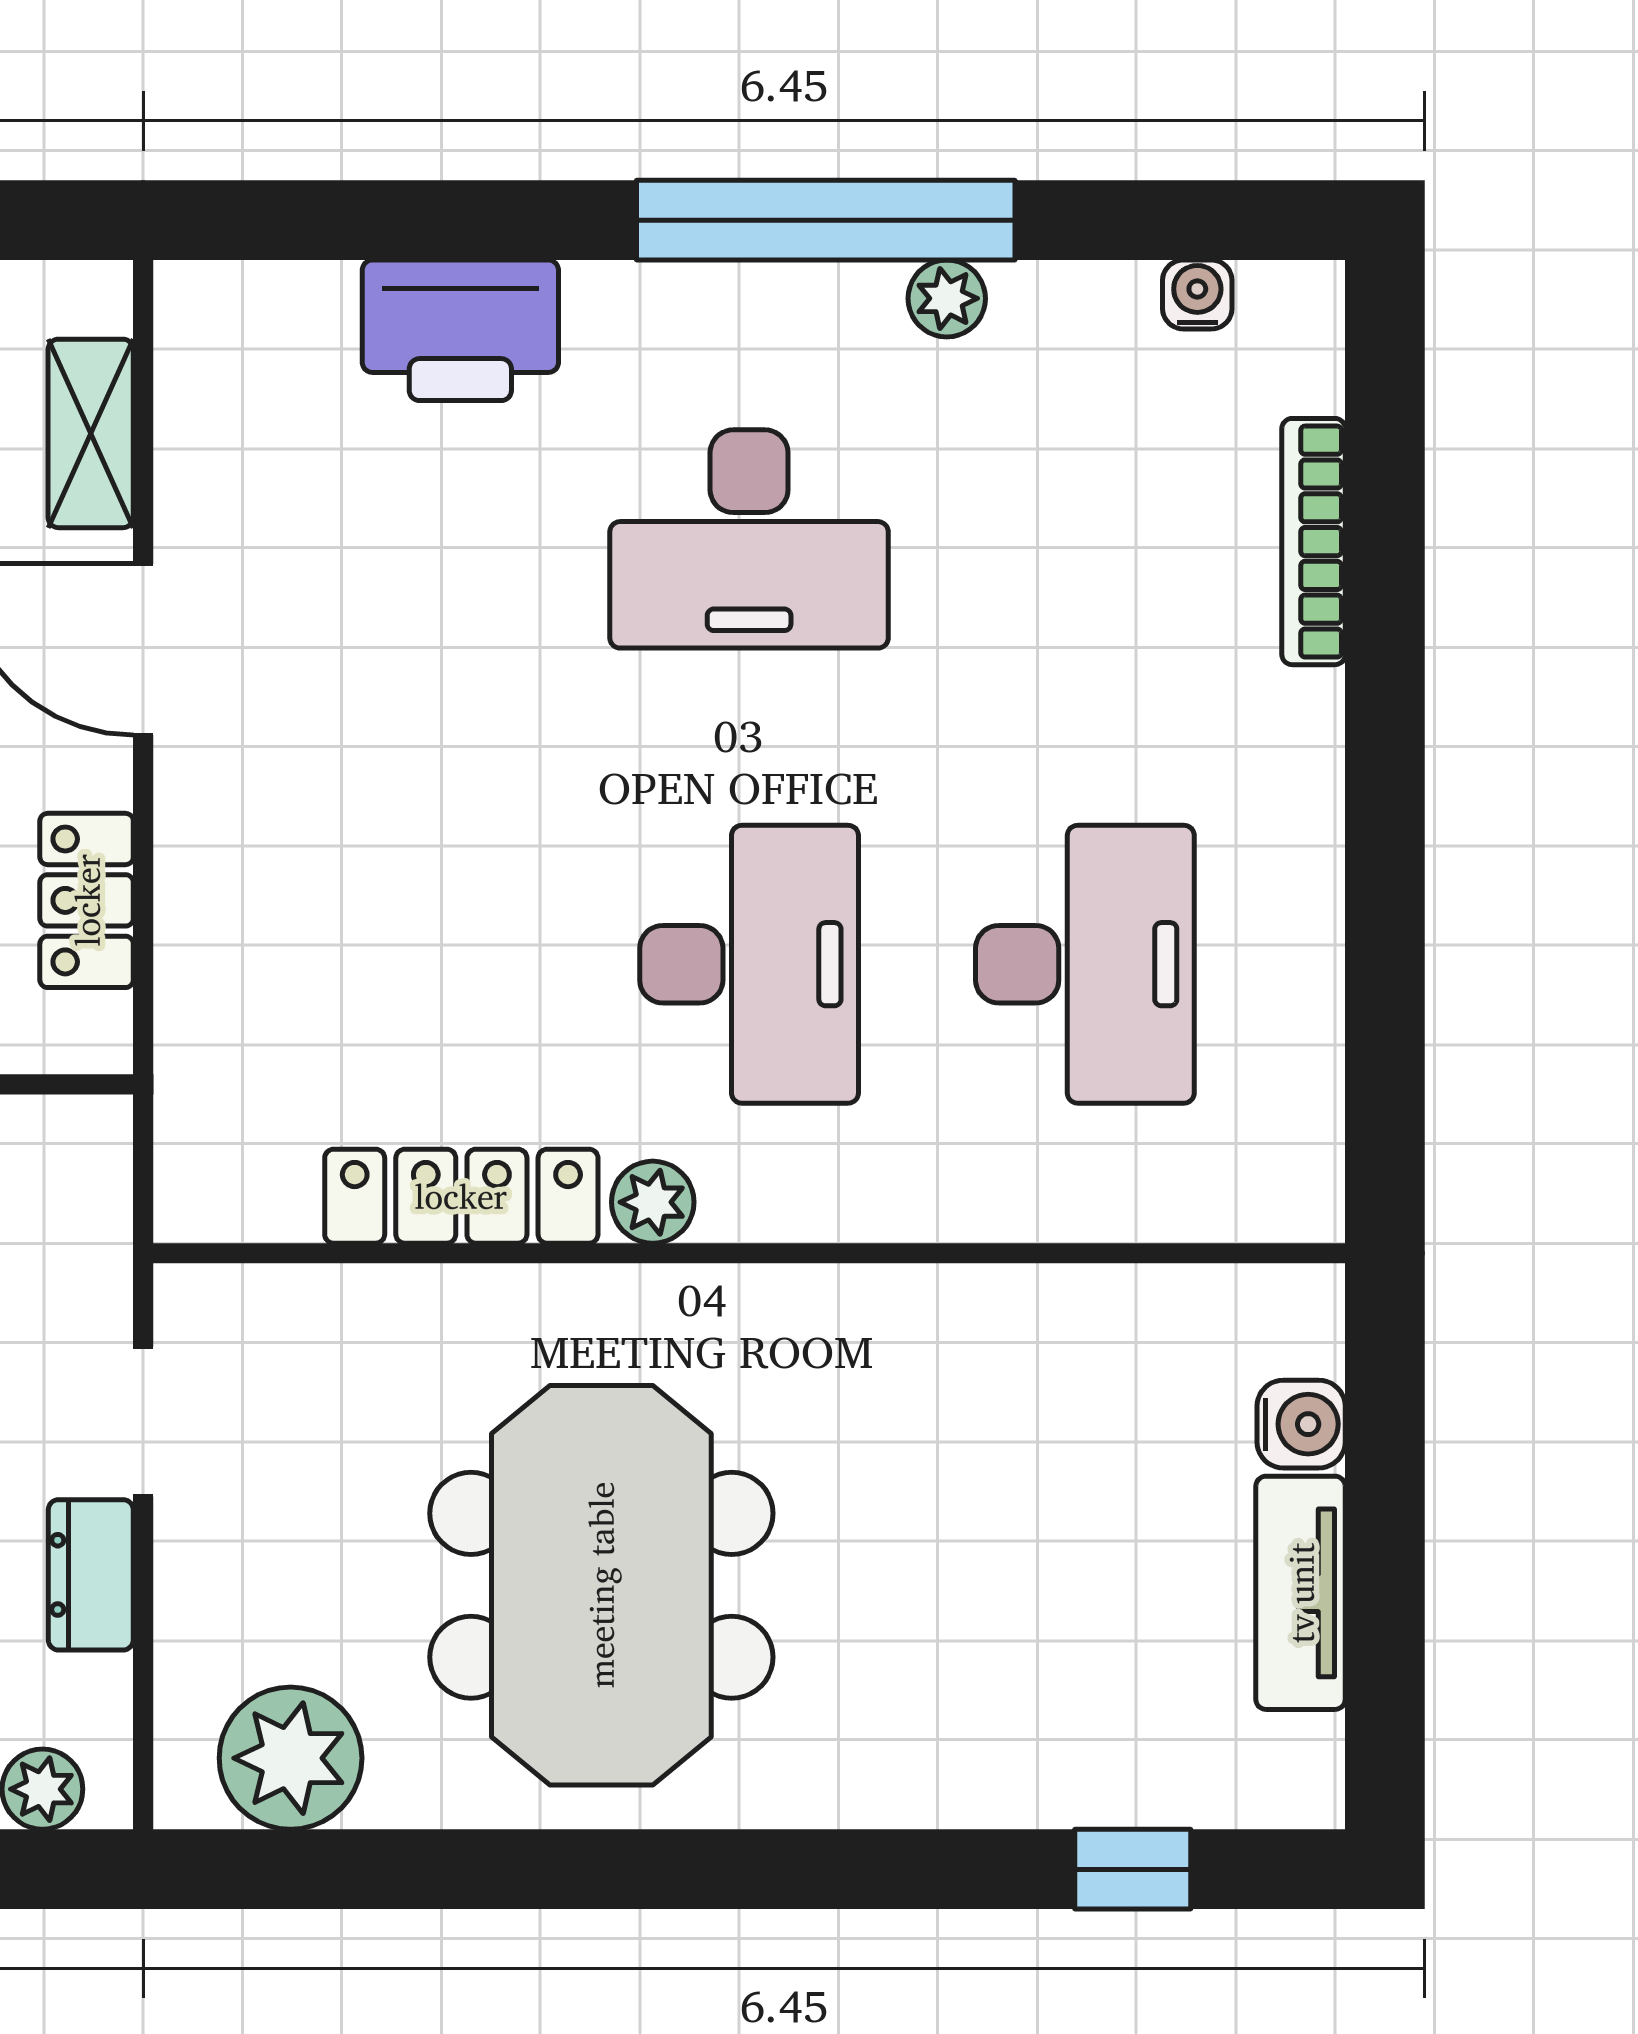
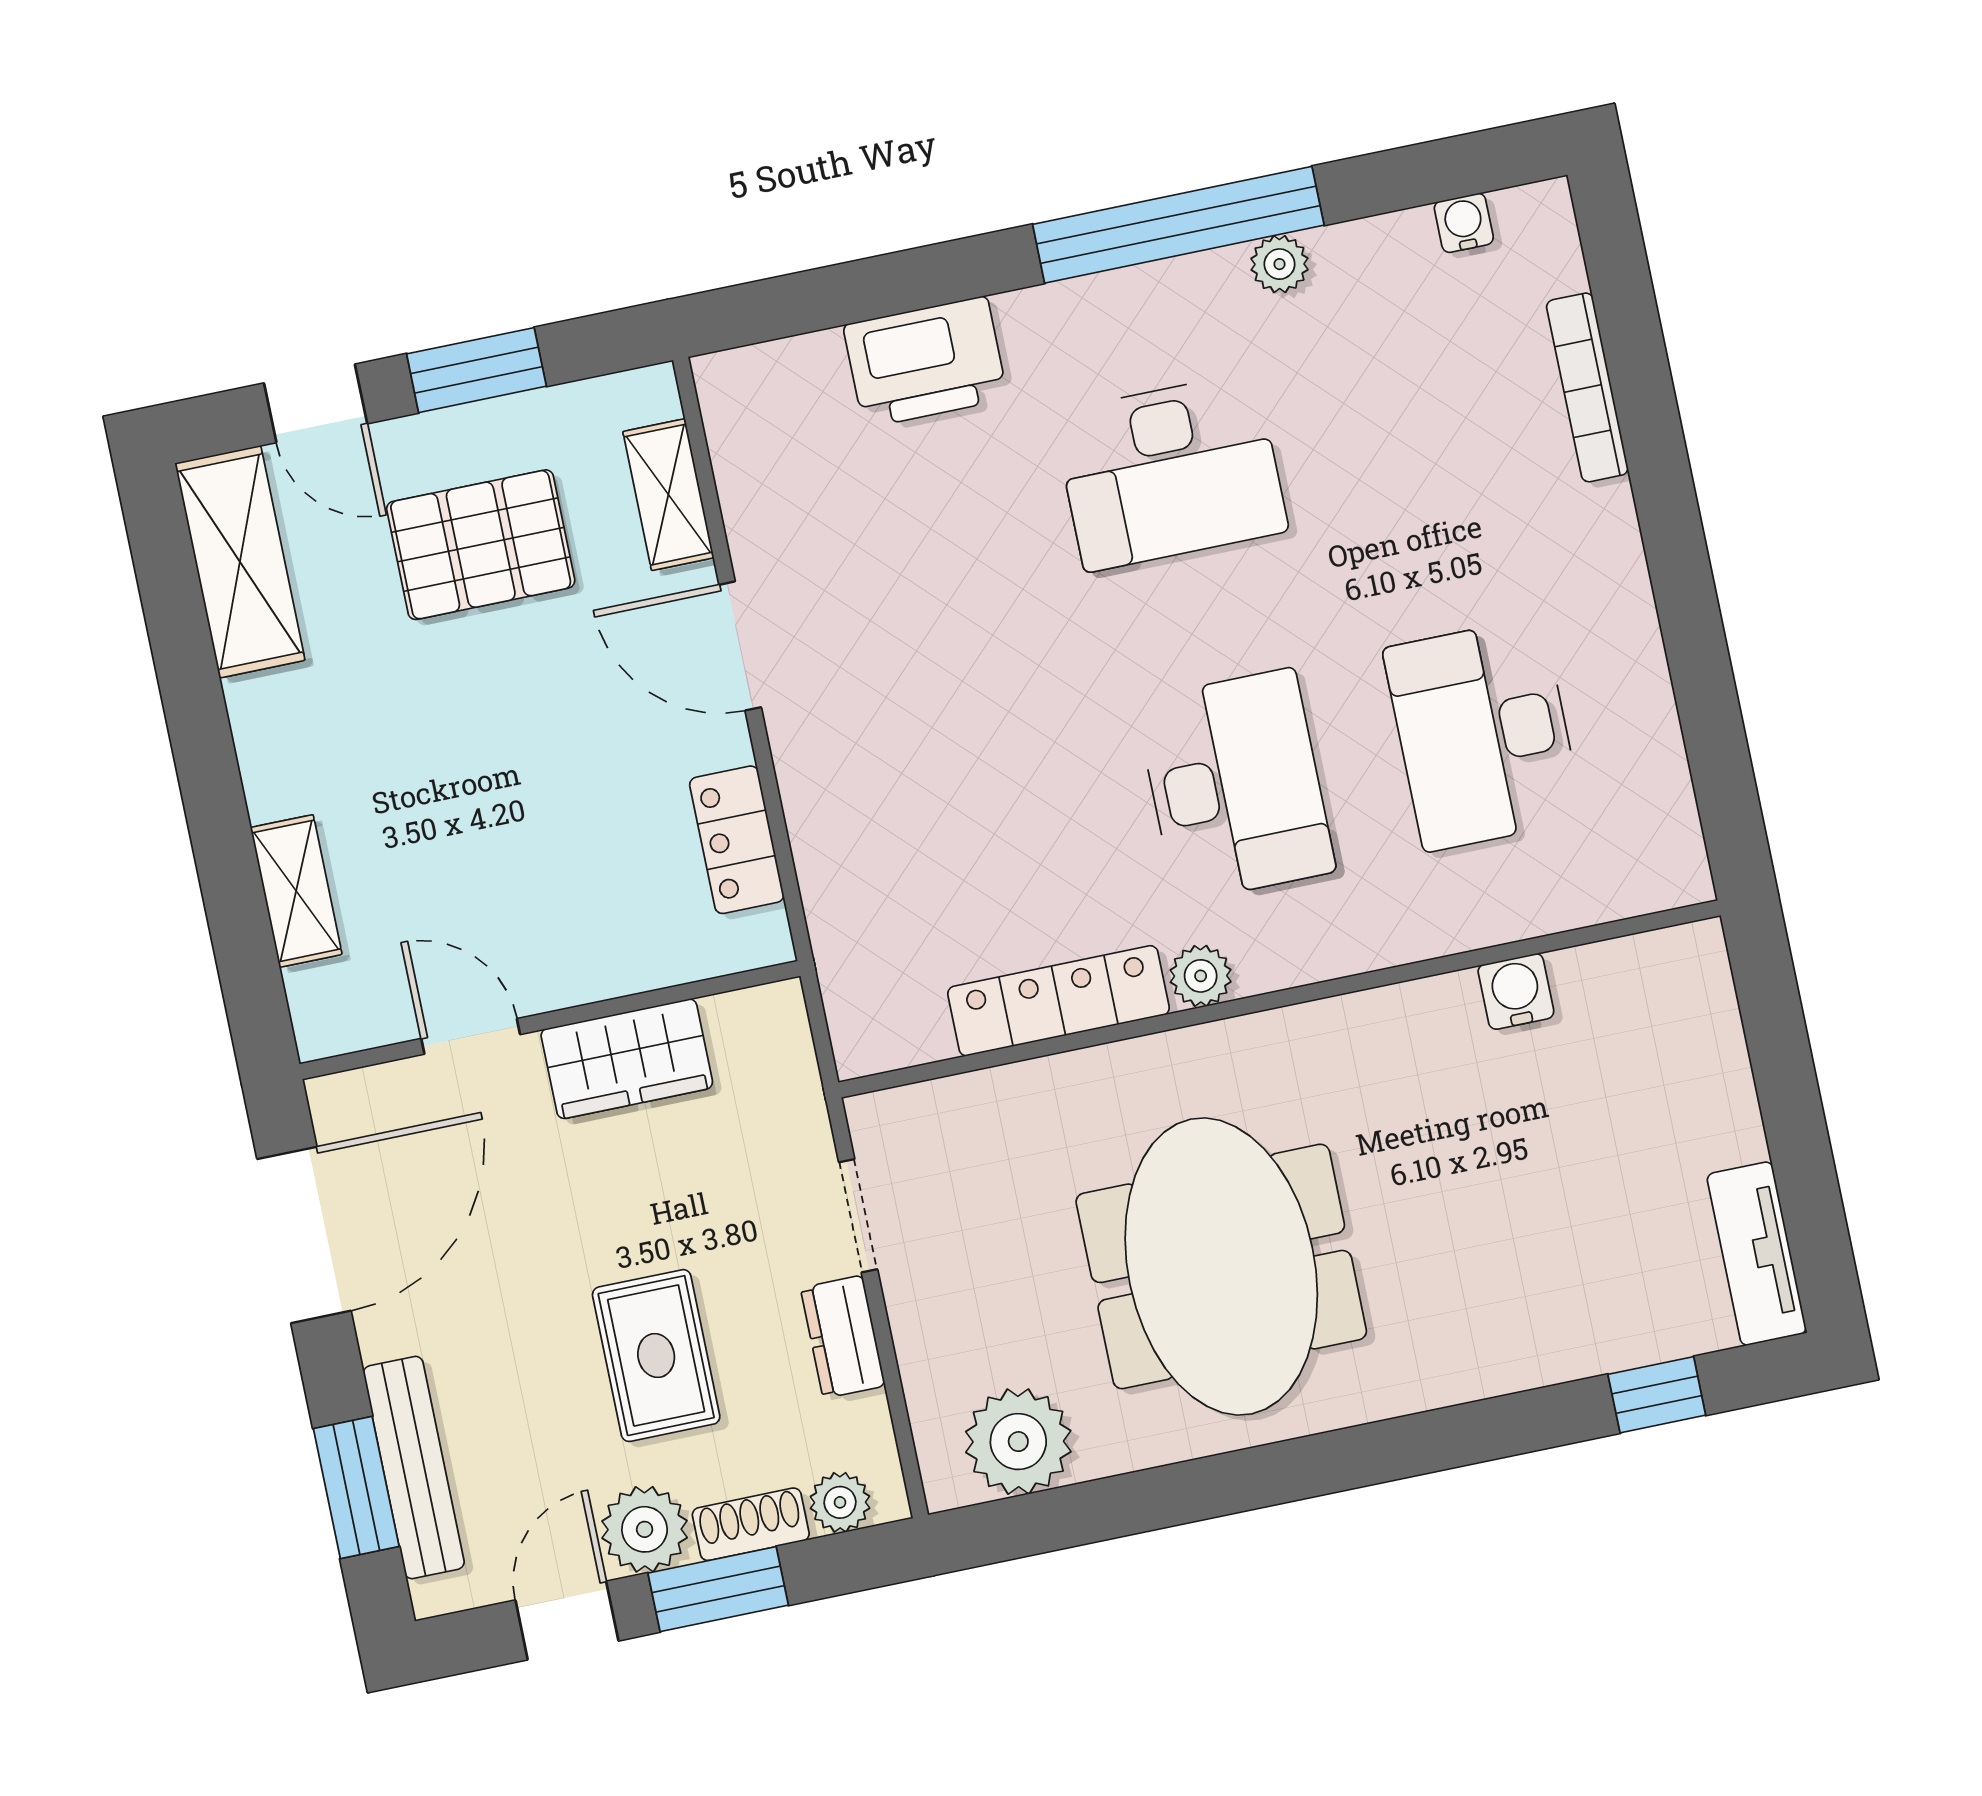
desk: (1085, 964) -> (1483, 734), turned 180
water cooler: (1301, 1424) -> (1516, 991), moved, turned -90
tv unit: (1301, 1593) -> (1757, 1254), moved

